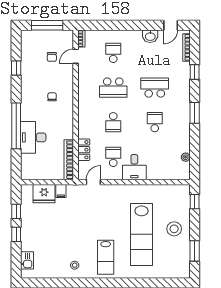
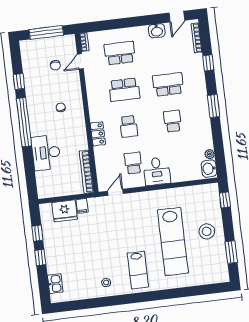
school desk: (113, 53) -> (120, 53), width x1.85
window: (16, 126) -> (24, 122), moved
locker: (84, 150) -> (98, 134), moved
washbasin: (183, 171) -> (209, 169), added

